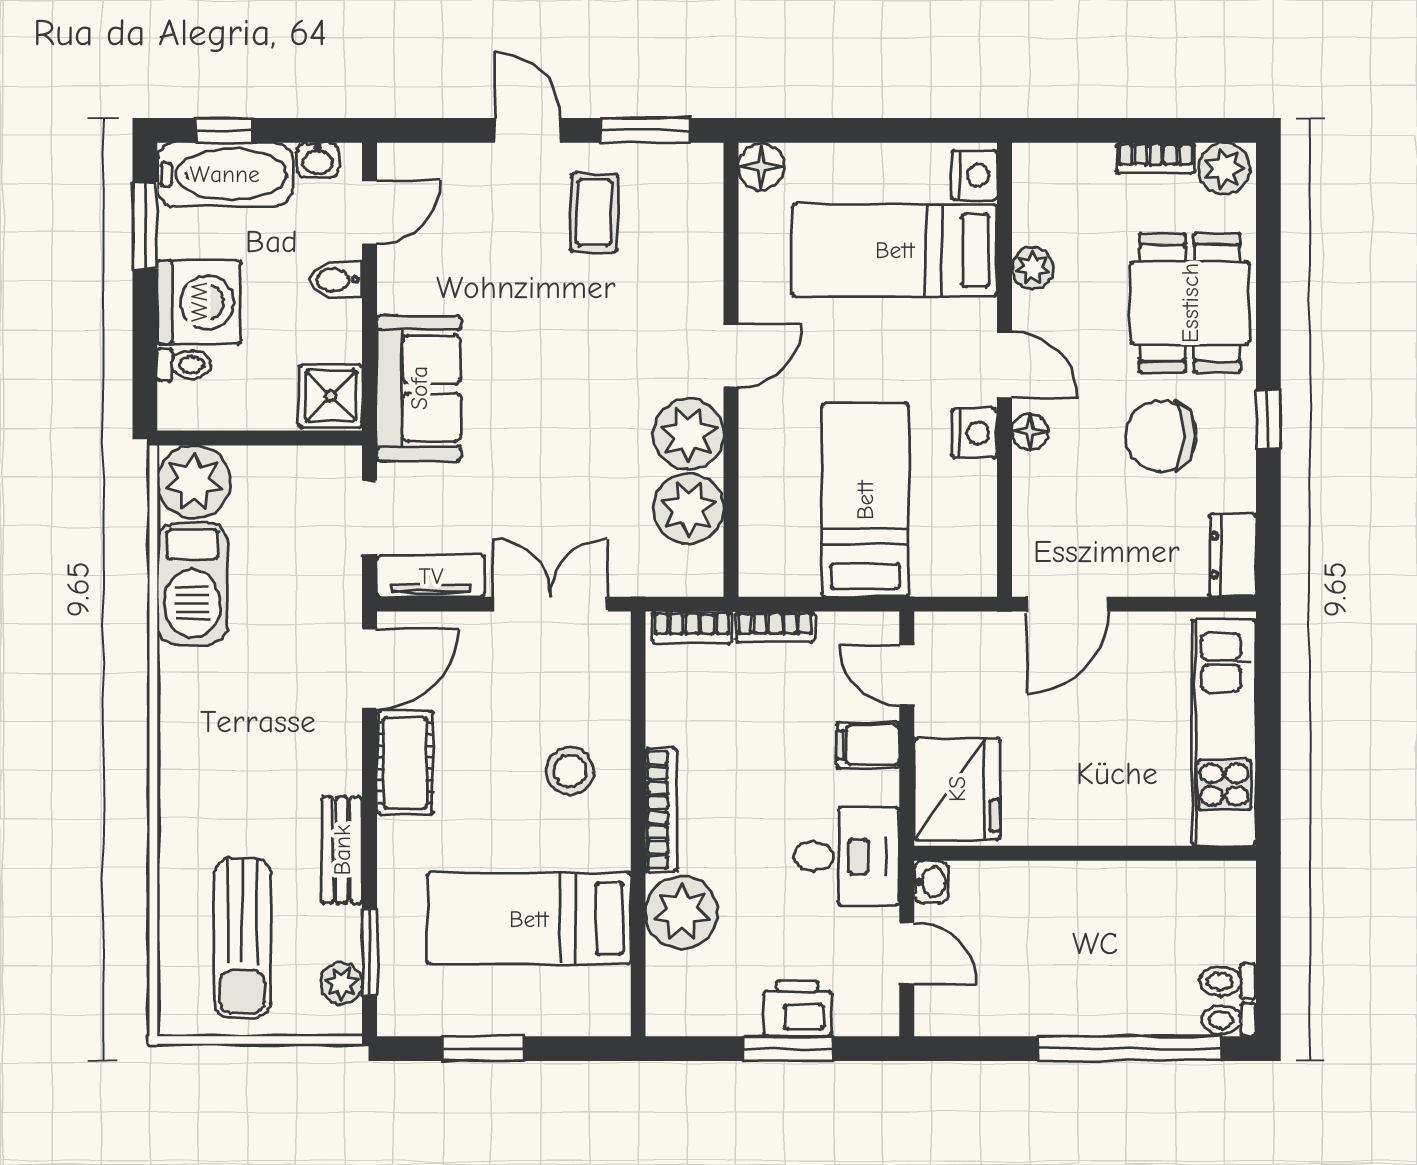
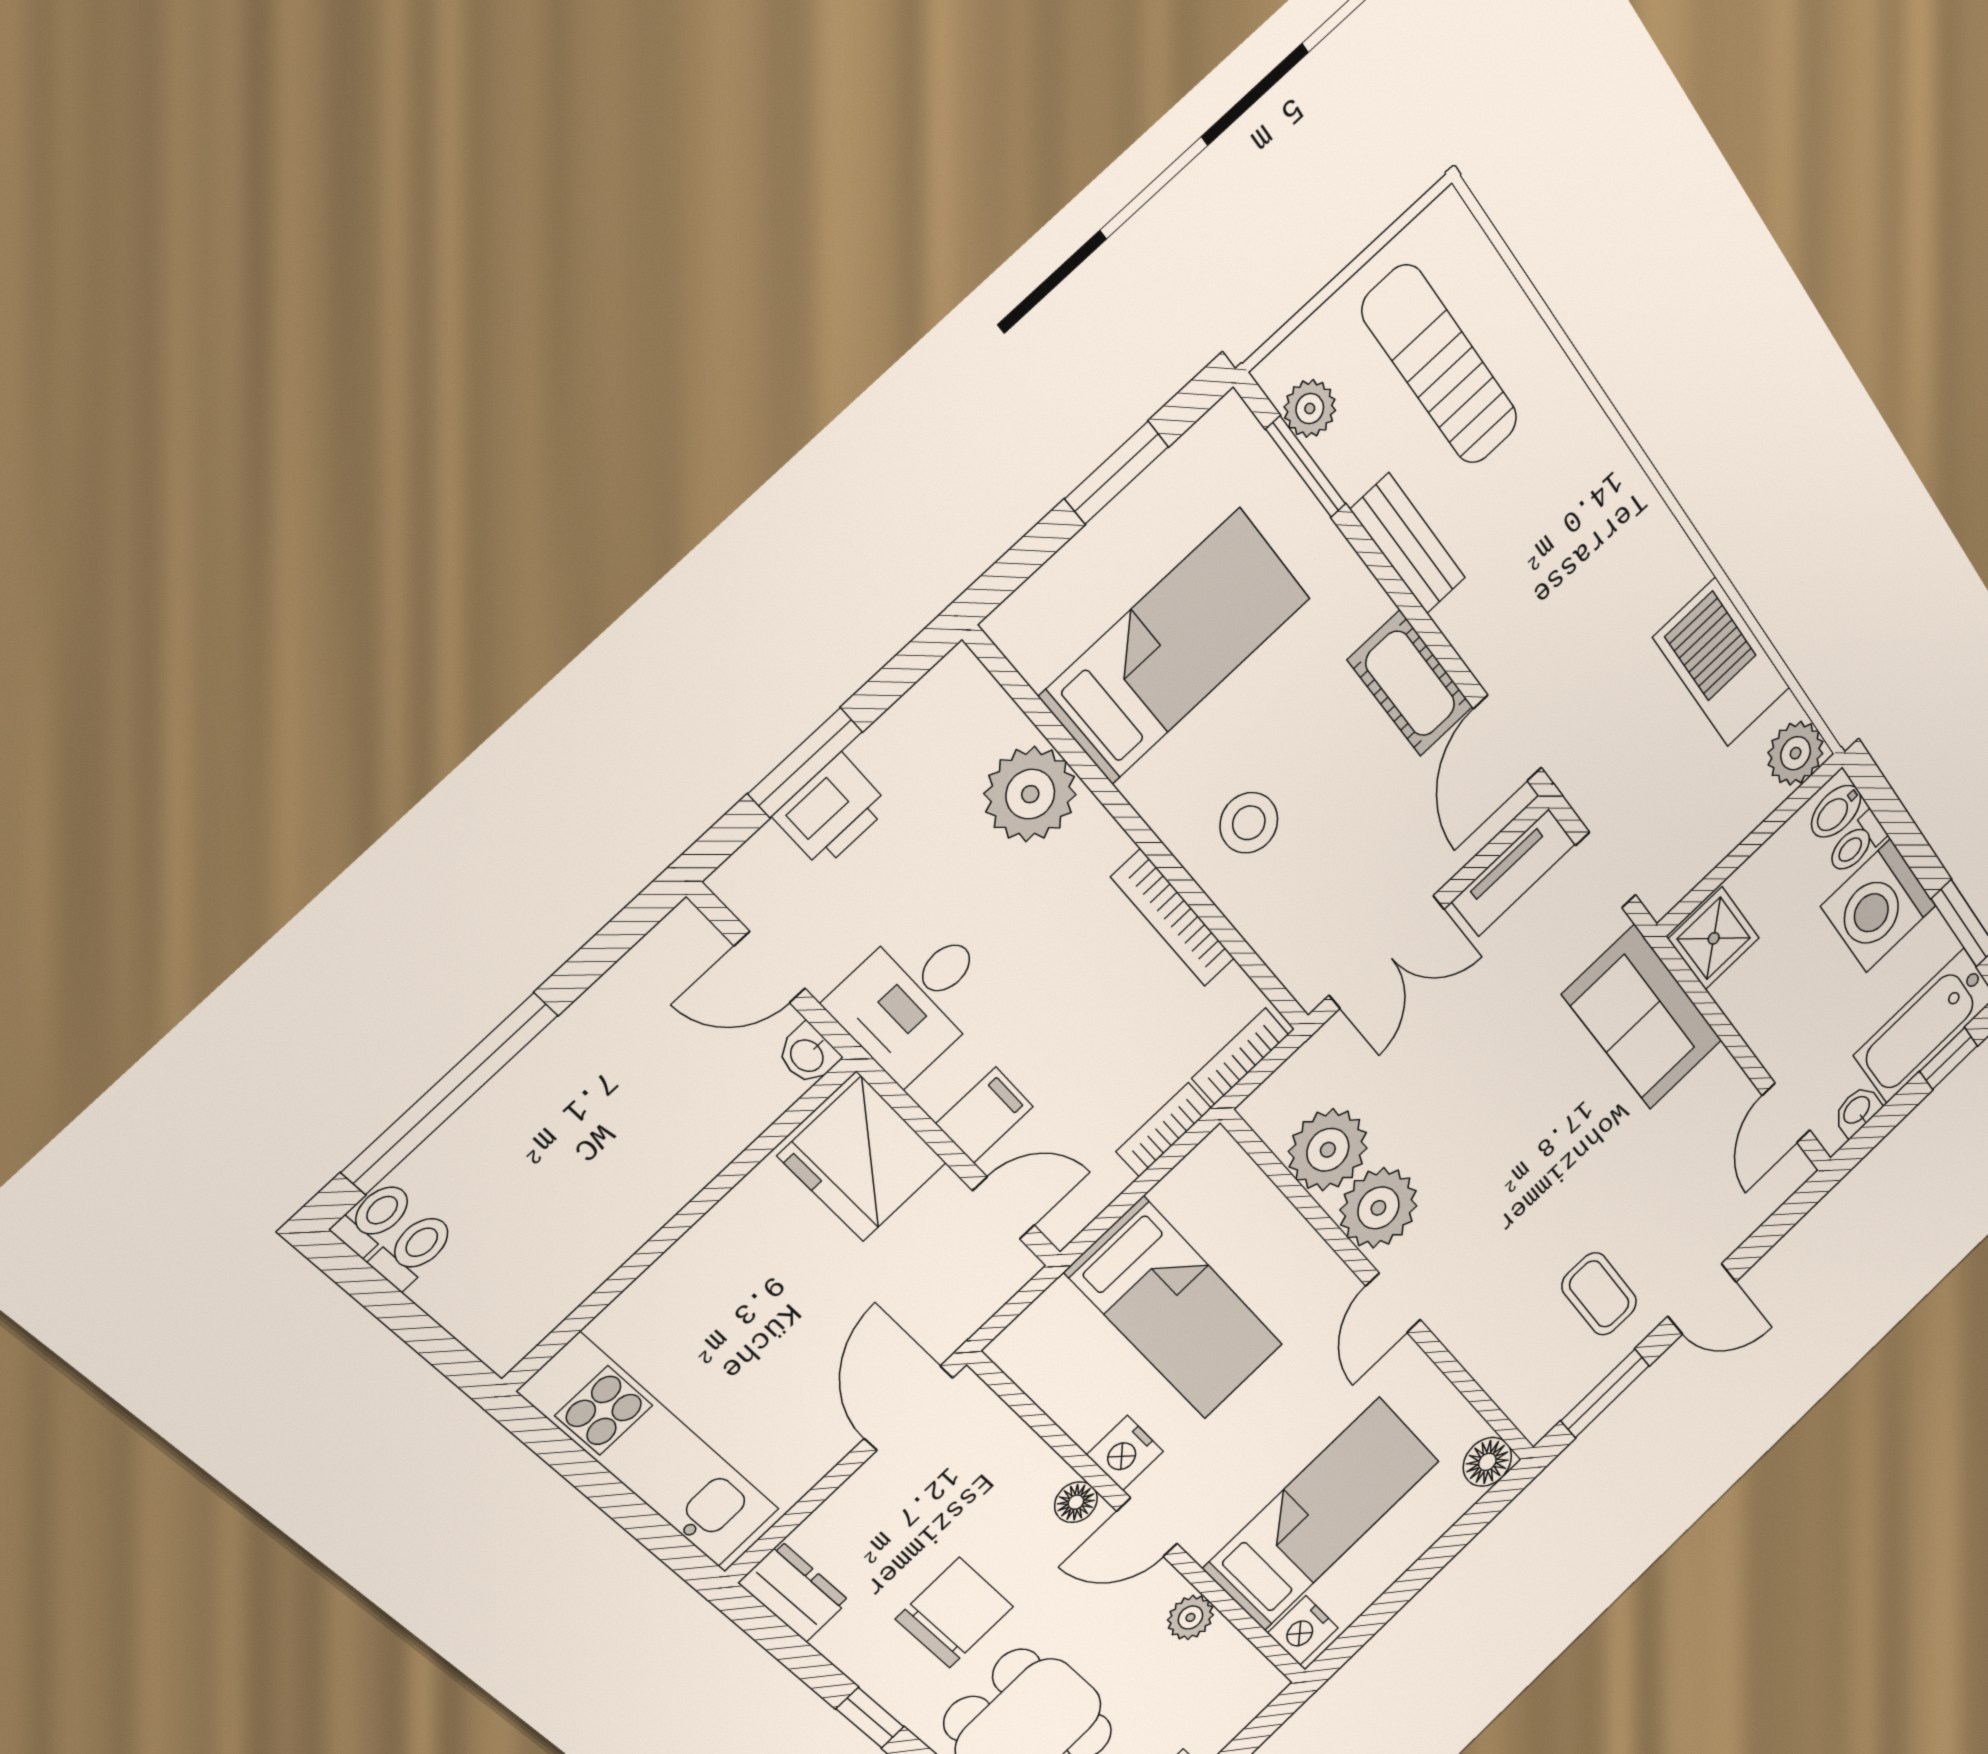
bidet: (336, 280) -> (1836, 811), moved, turned 180
plant: (194, 482) -> (1796, 753), width x0.73, depth x0.73
bookcase: (661, 810) -> (1173, 918), moved

